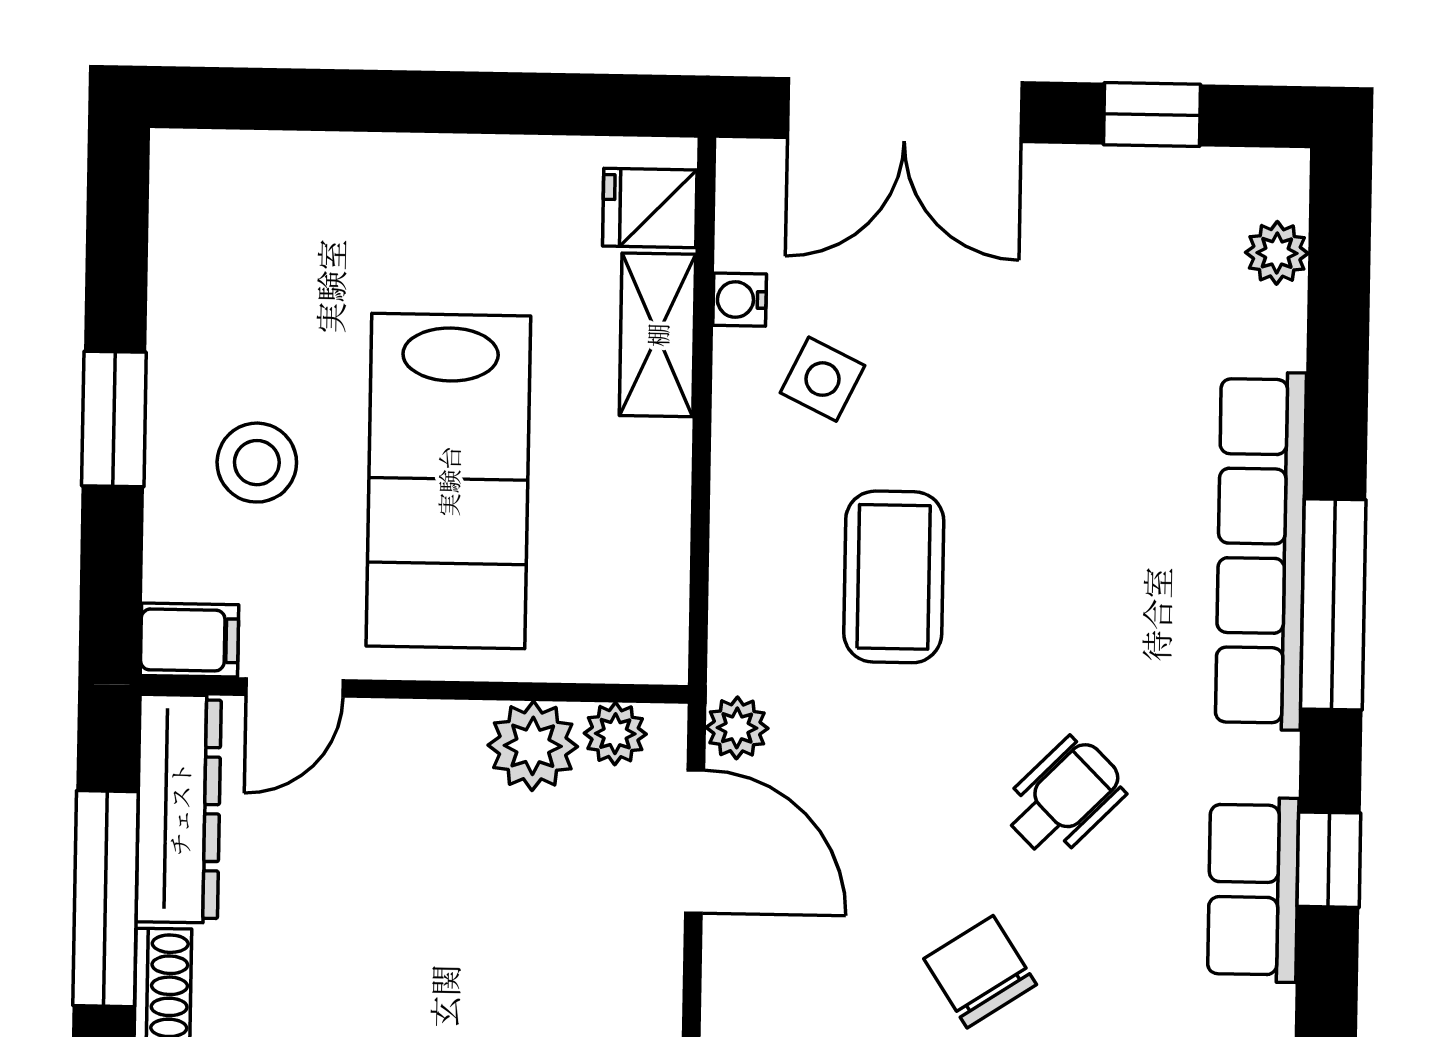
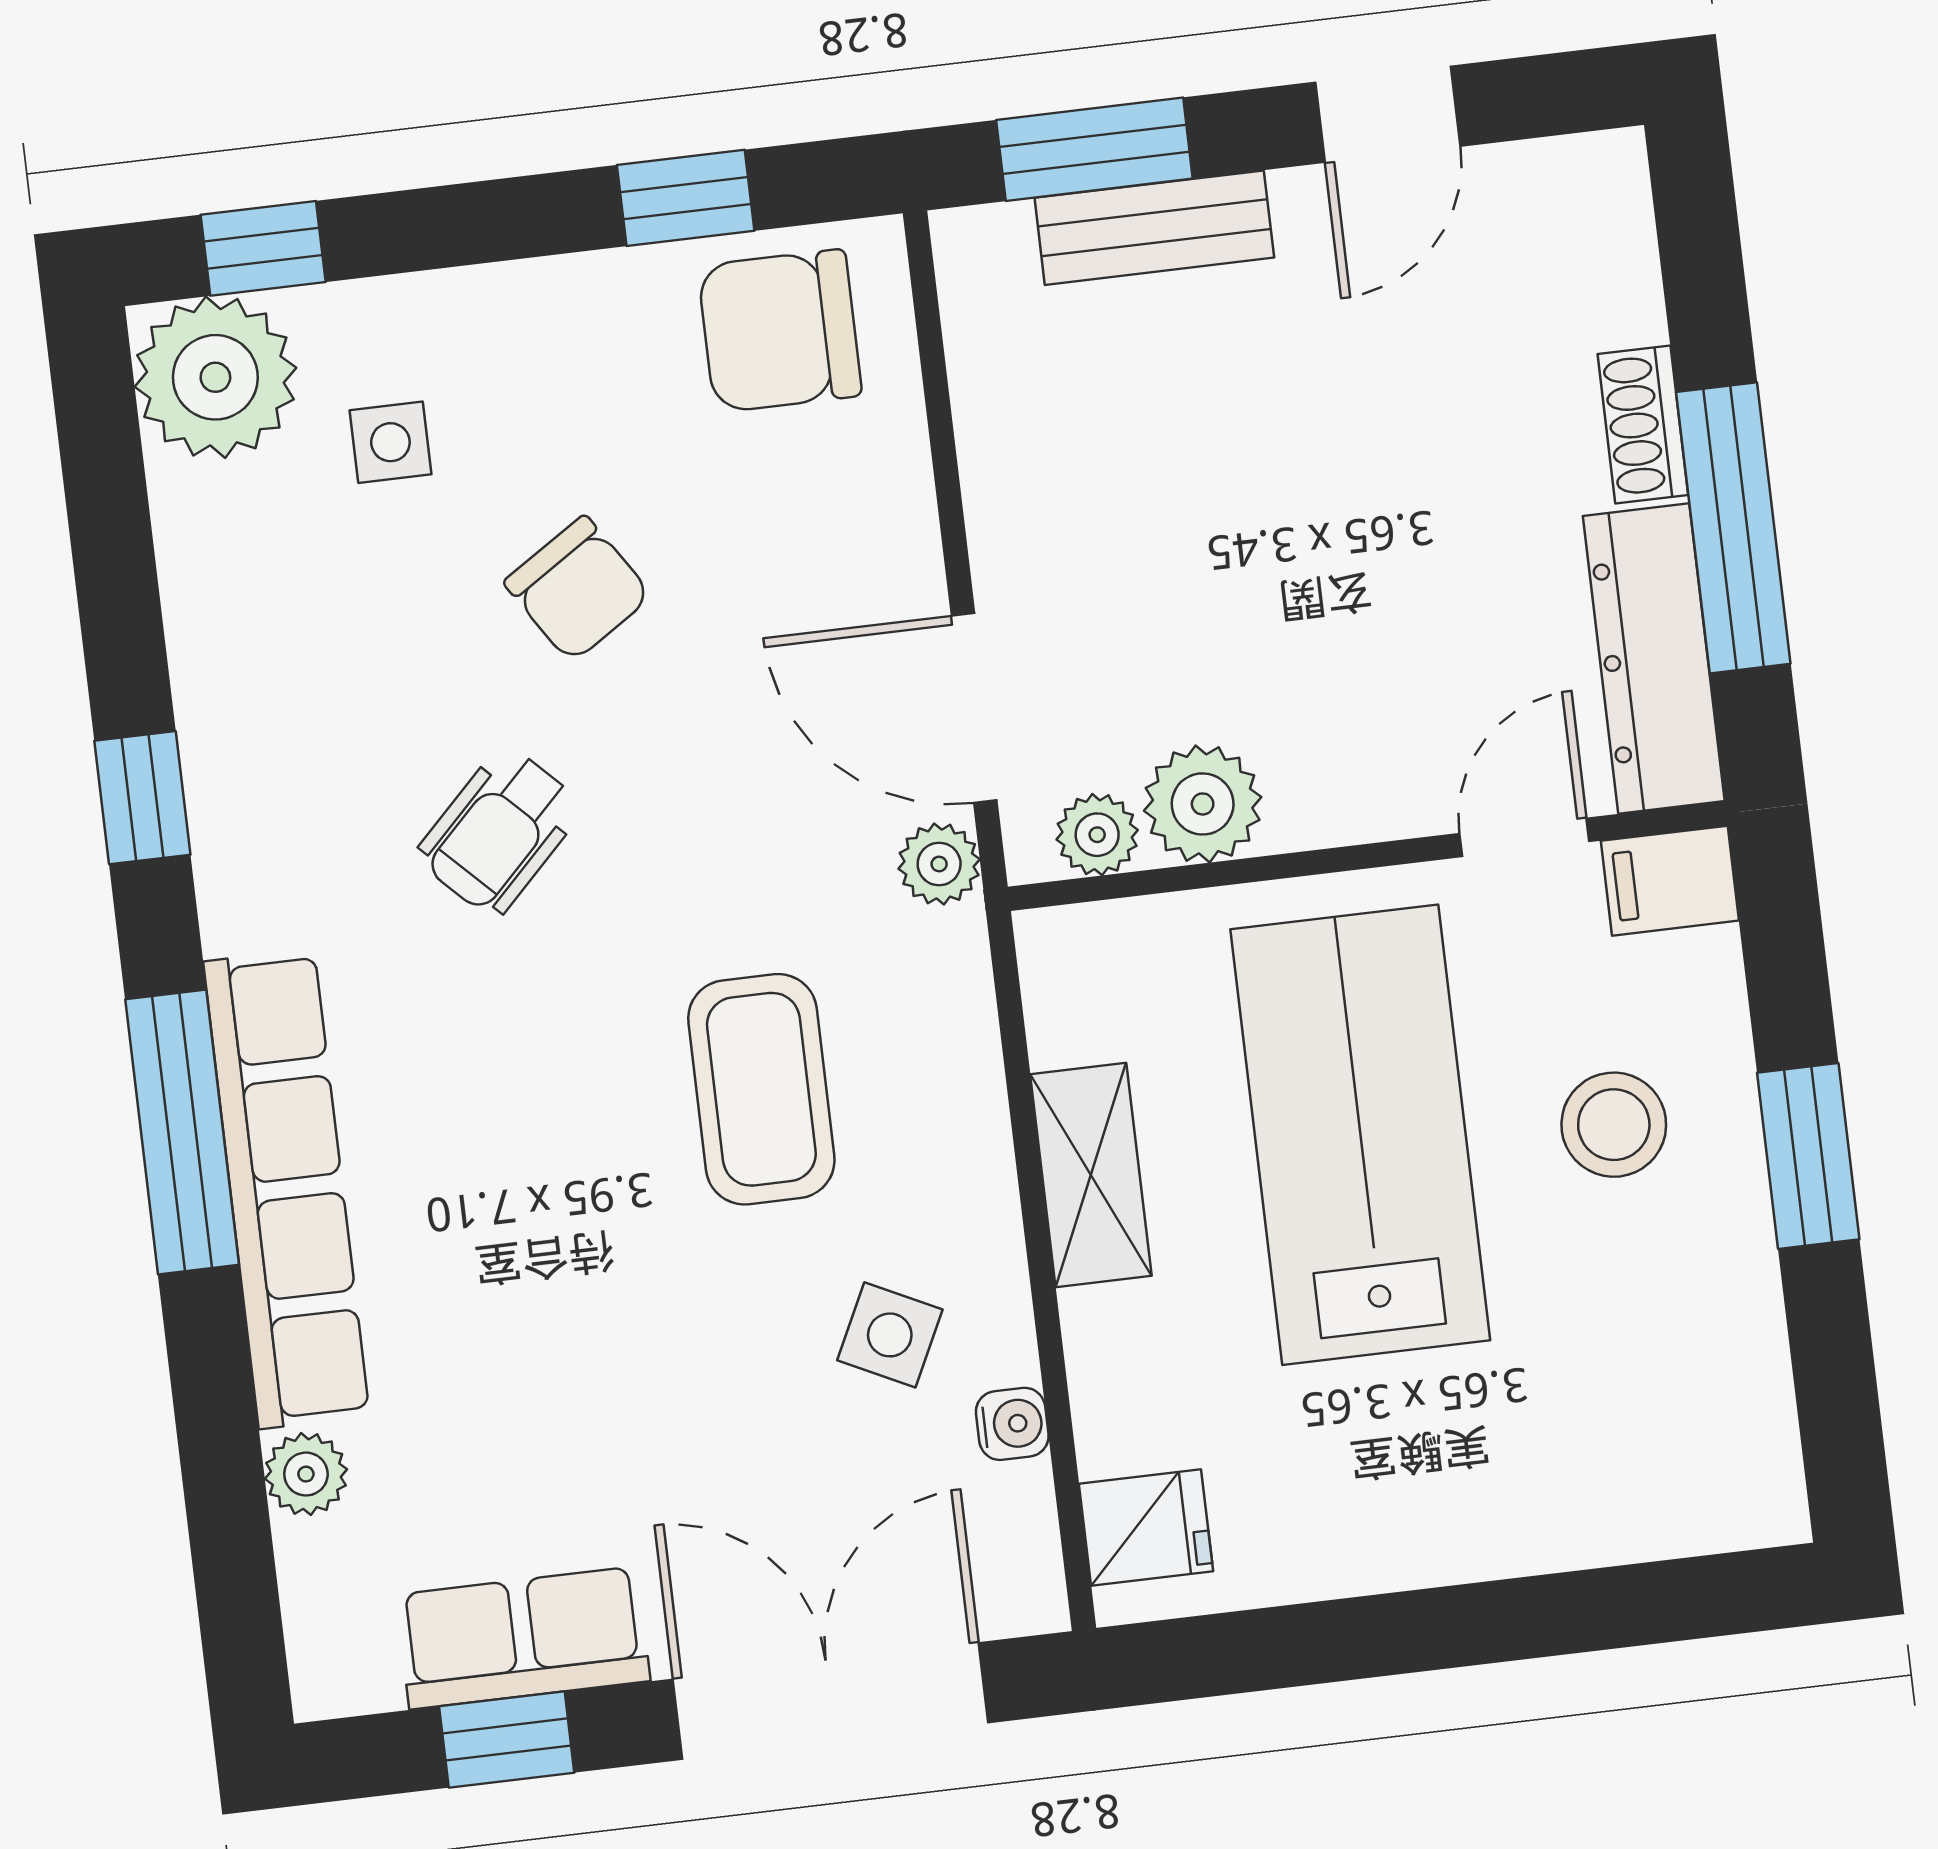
plant: (1277, 253) -> (306, 1474), moved
shelving: (657, 335) -> (1091, 1175), moved
row of seats: (1253, 890) -> (523, 1638), moved, turned -90

